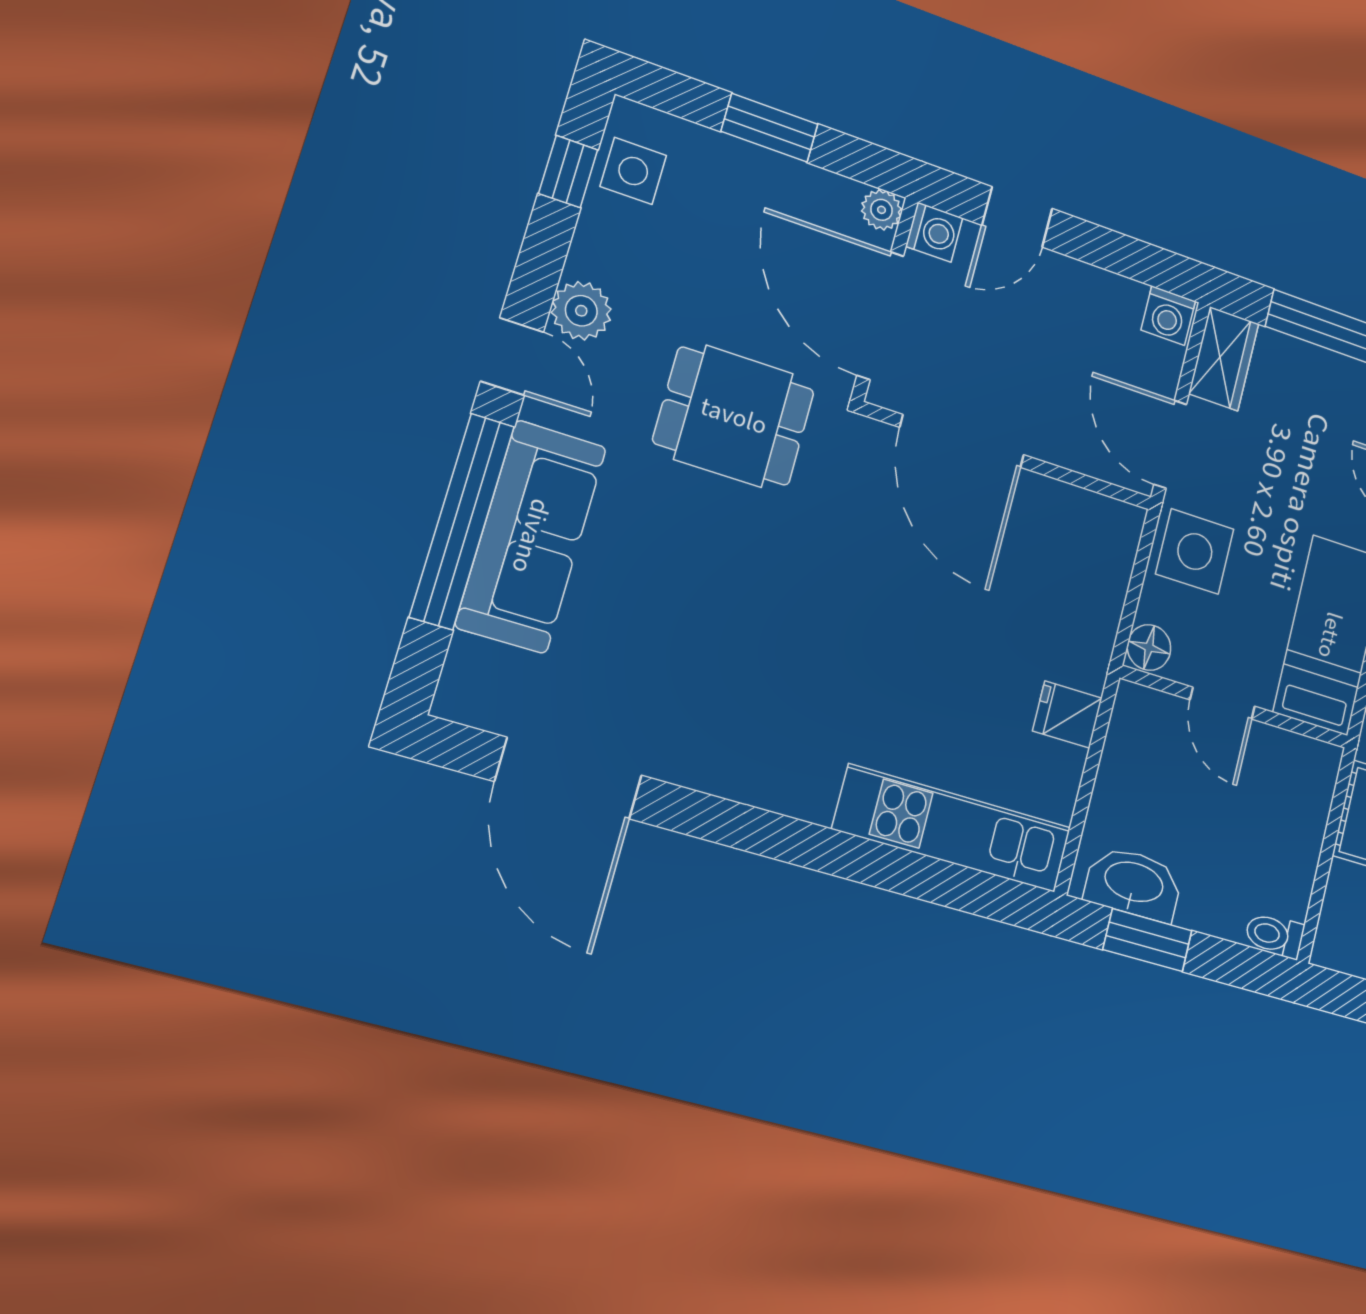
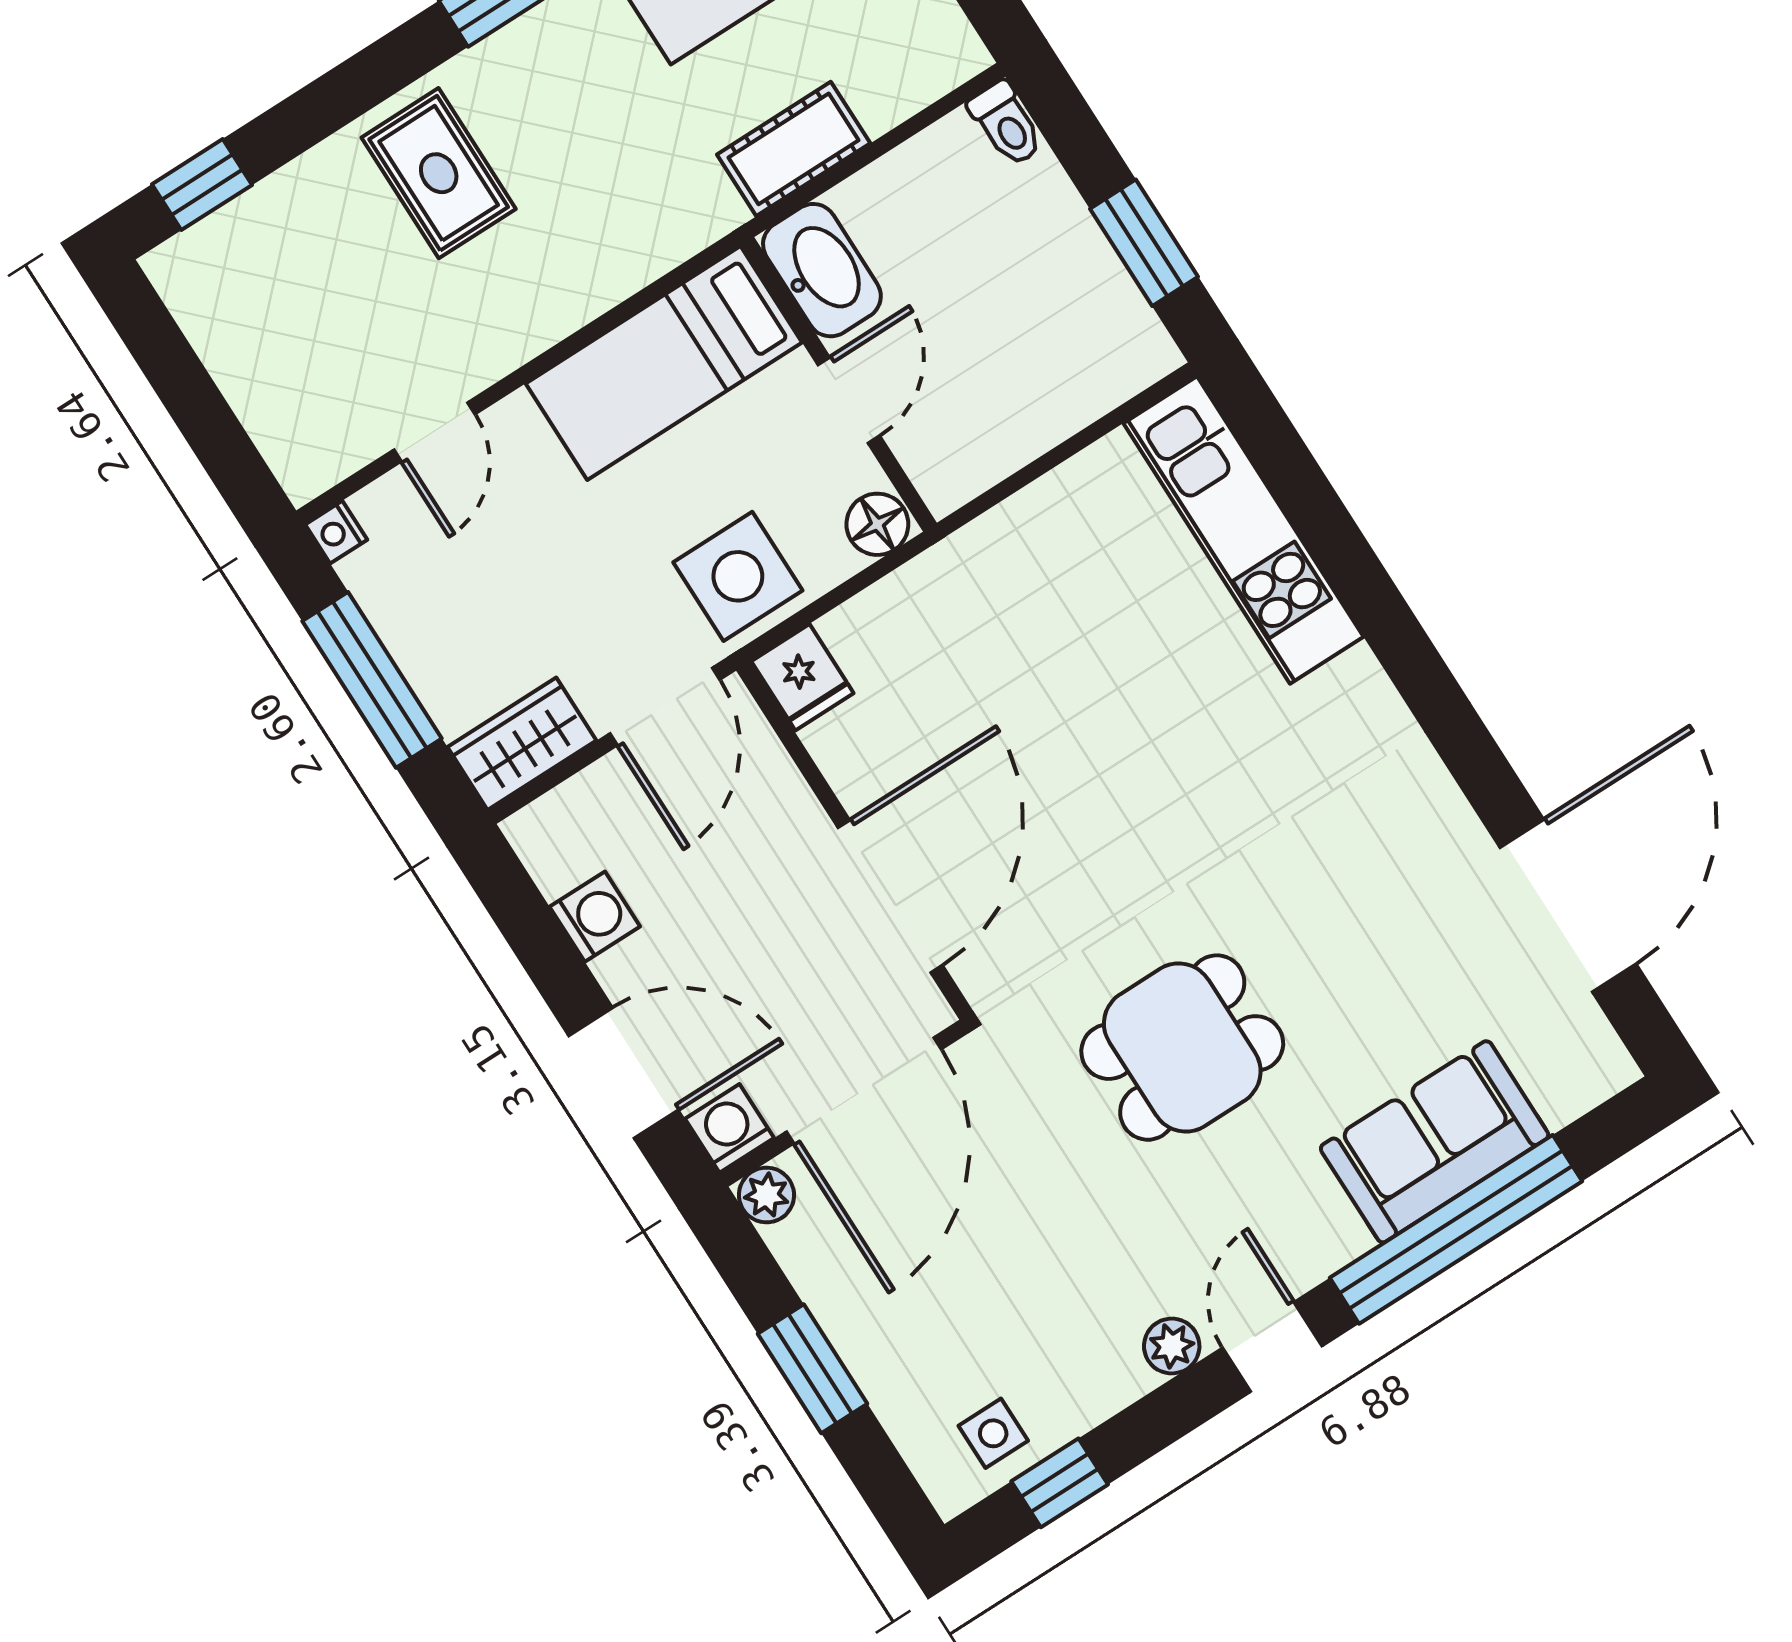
side table: (633, 171) -> (993, 1433), width x0.73, depth x0.73
door: (1017, 217) -> (623, 1073), width x1.38
plant: (581, 311) -> (1172, 1346), width x0.73, depth x0.73
washing machine: (1168, 316) -> (595, 917), moved
dining table: (734, 416) -> (1182, 1048), moved, turned 90
sofa: (531, 536) -> (1435, 1142), width x0.73
fridge: (1067, 715) -> (802, 677), moved
washbasin: (1134, 884) -> (822, 270), moved, turned 180

